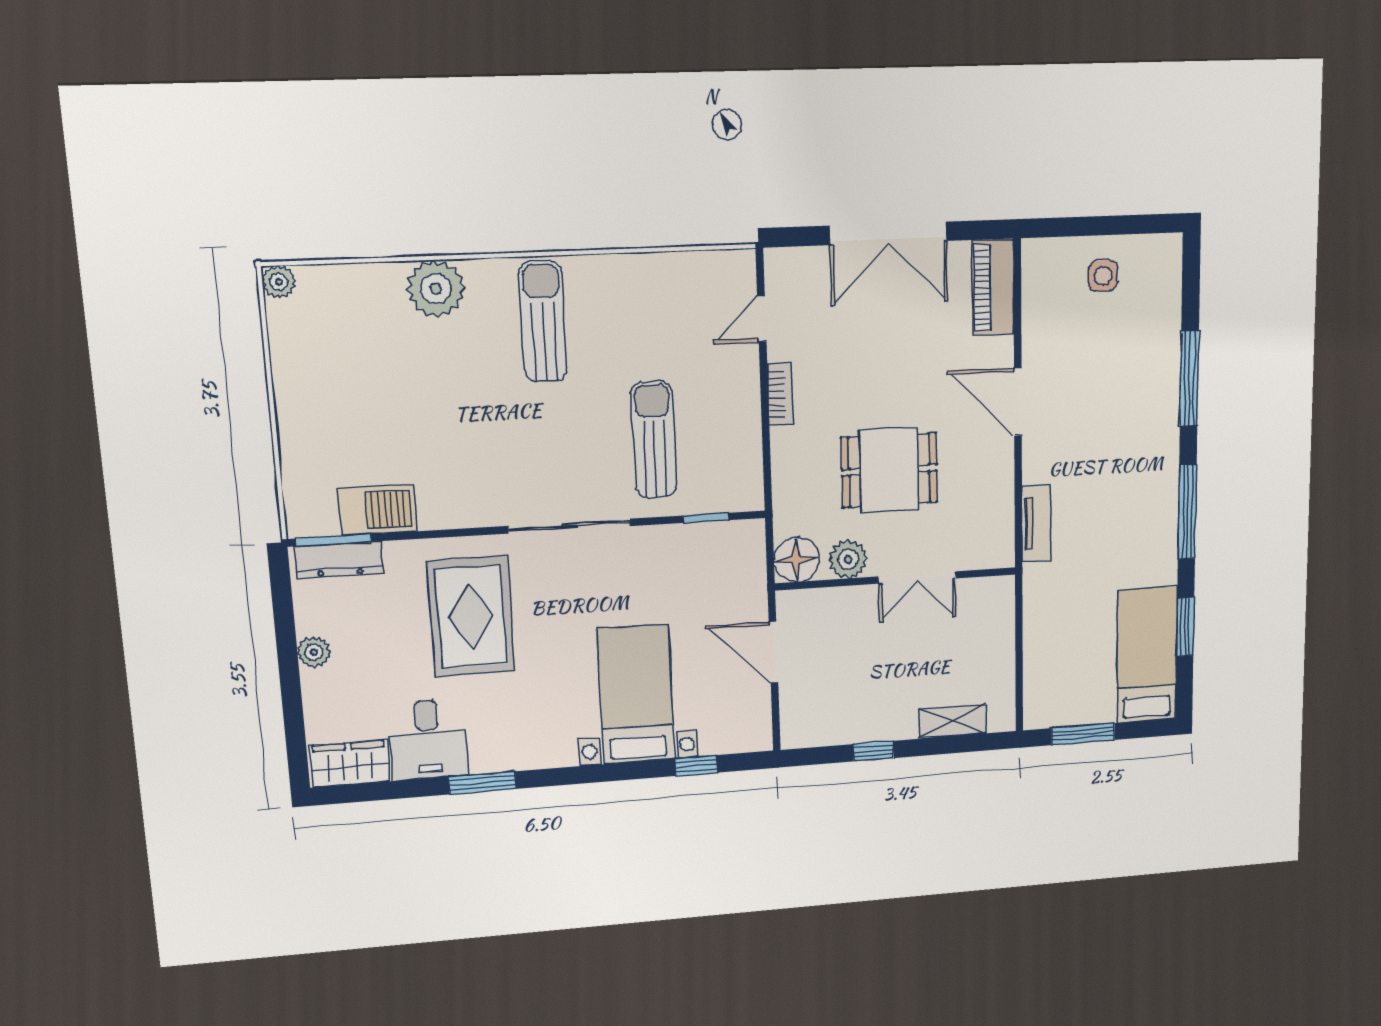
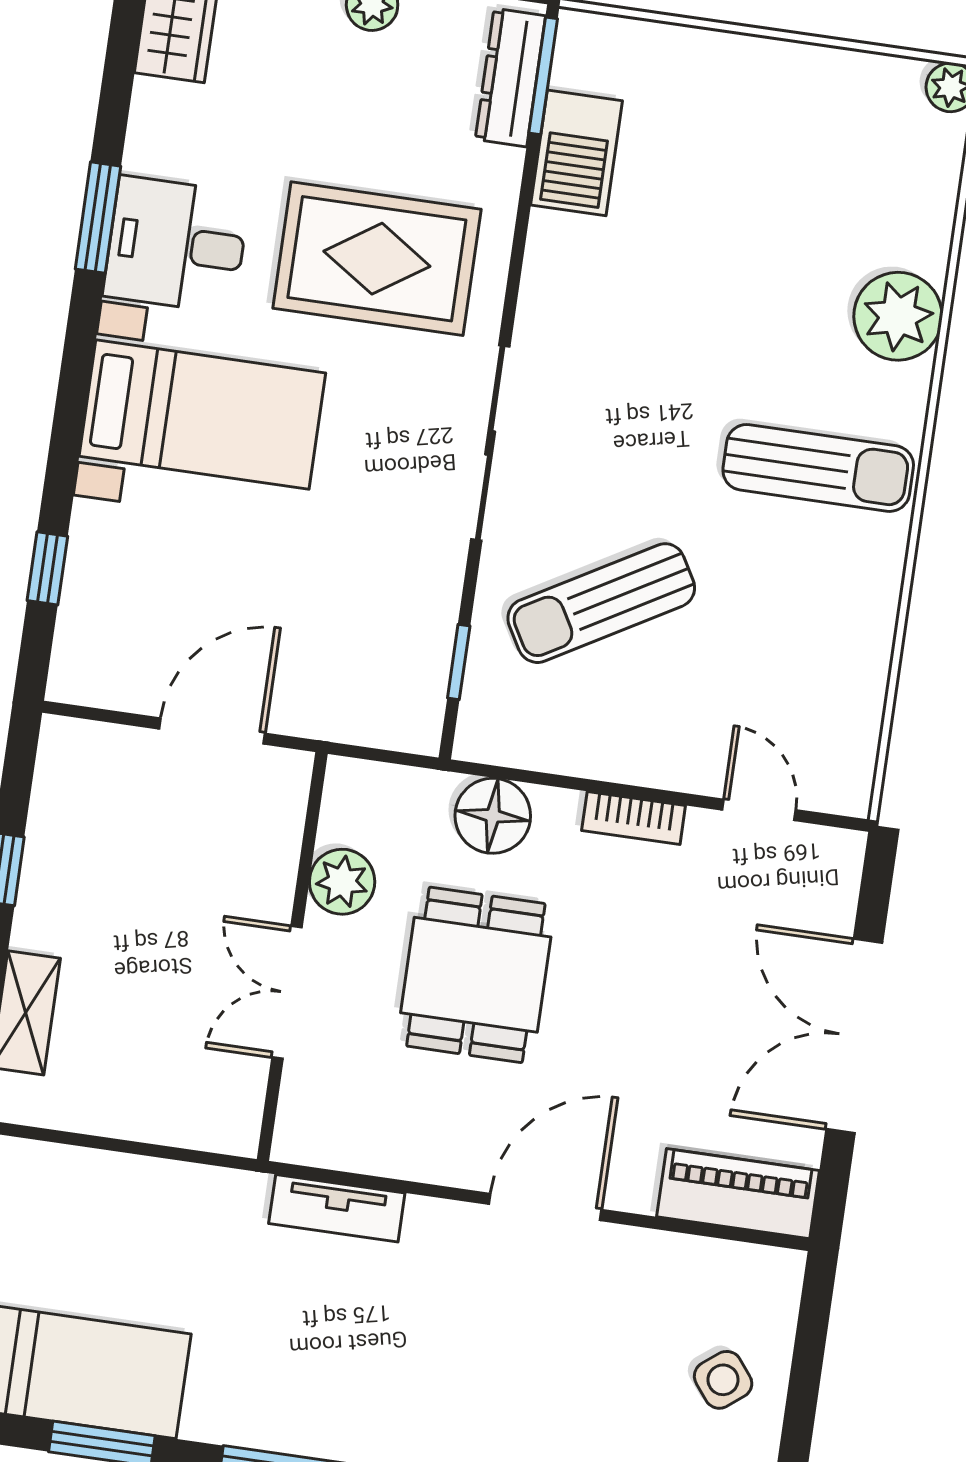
side table: (1103, 276) -> (723, 1380), turned -38
sun lounger: (654, 440) -> (601, 603), turned 150
floor lamp: (796, 560) -> (493, 816), moved
bed with nightstands: (636, 694) -> (202, 415), moved
desk: (428, 739) -> (176, 245), moved

